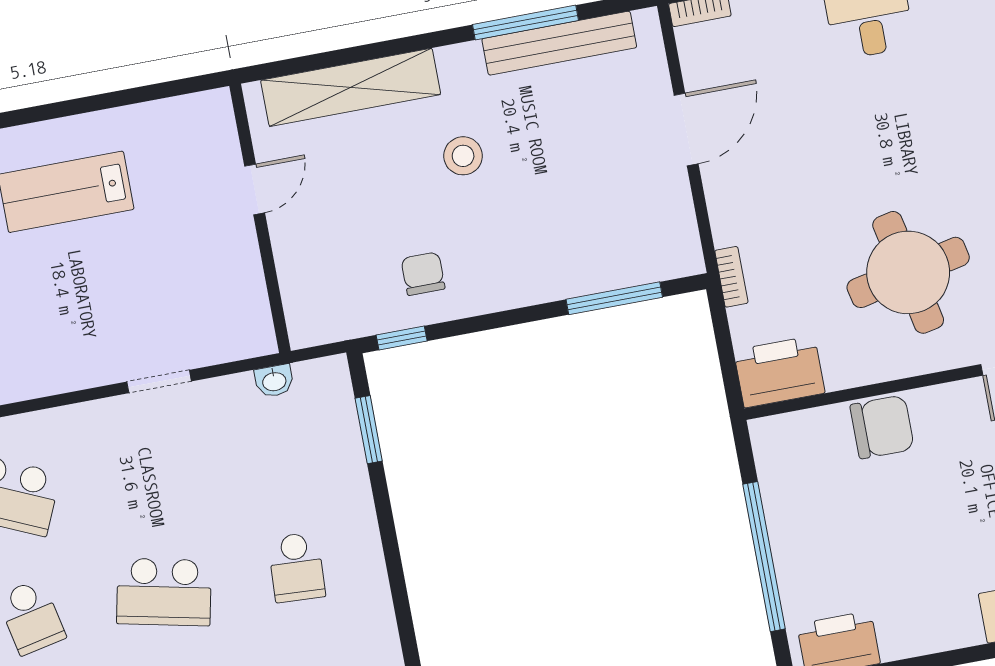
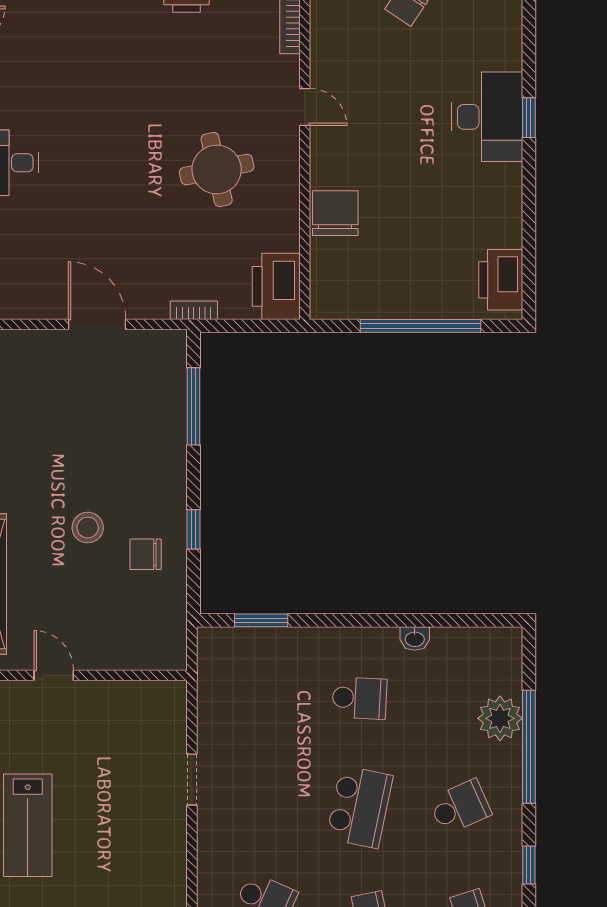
door: (686, 130) -> (97, 324), moved
stool: (463, 156) -> (88, 528), moved
round table: (908, 272) -> (217, 169), width x0.73, depth x0.73
window: (402, 338) -> (194, 529), moved
washbasin: (274, 381) -> (415, 639), moved, turned 90

